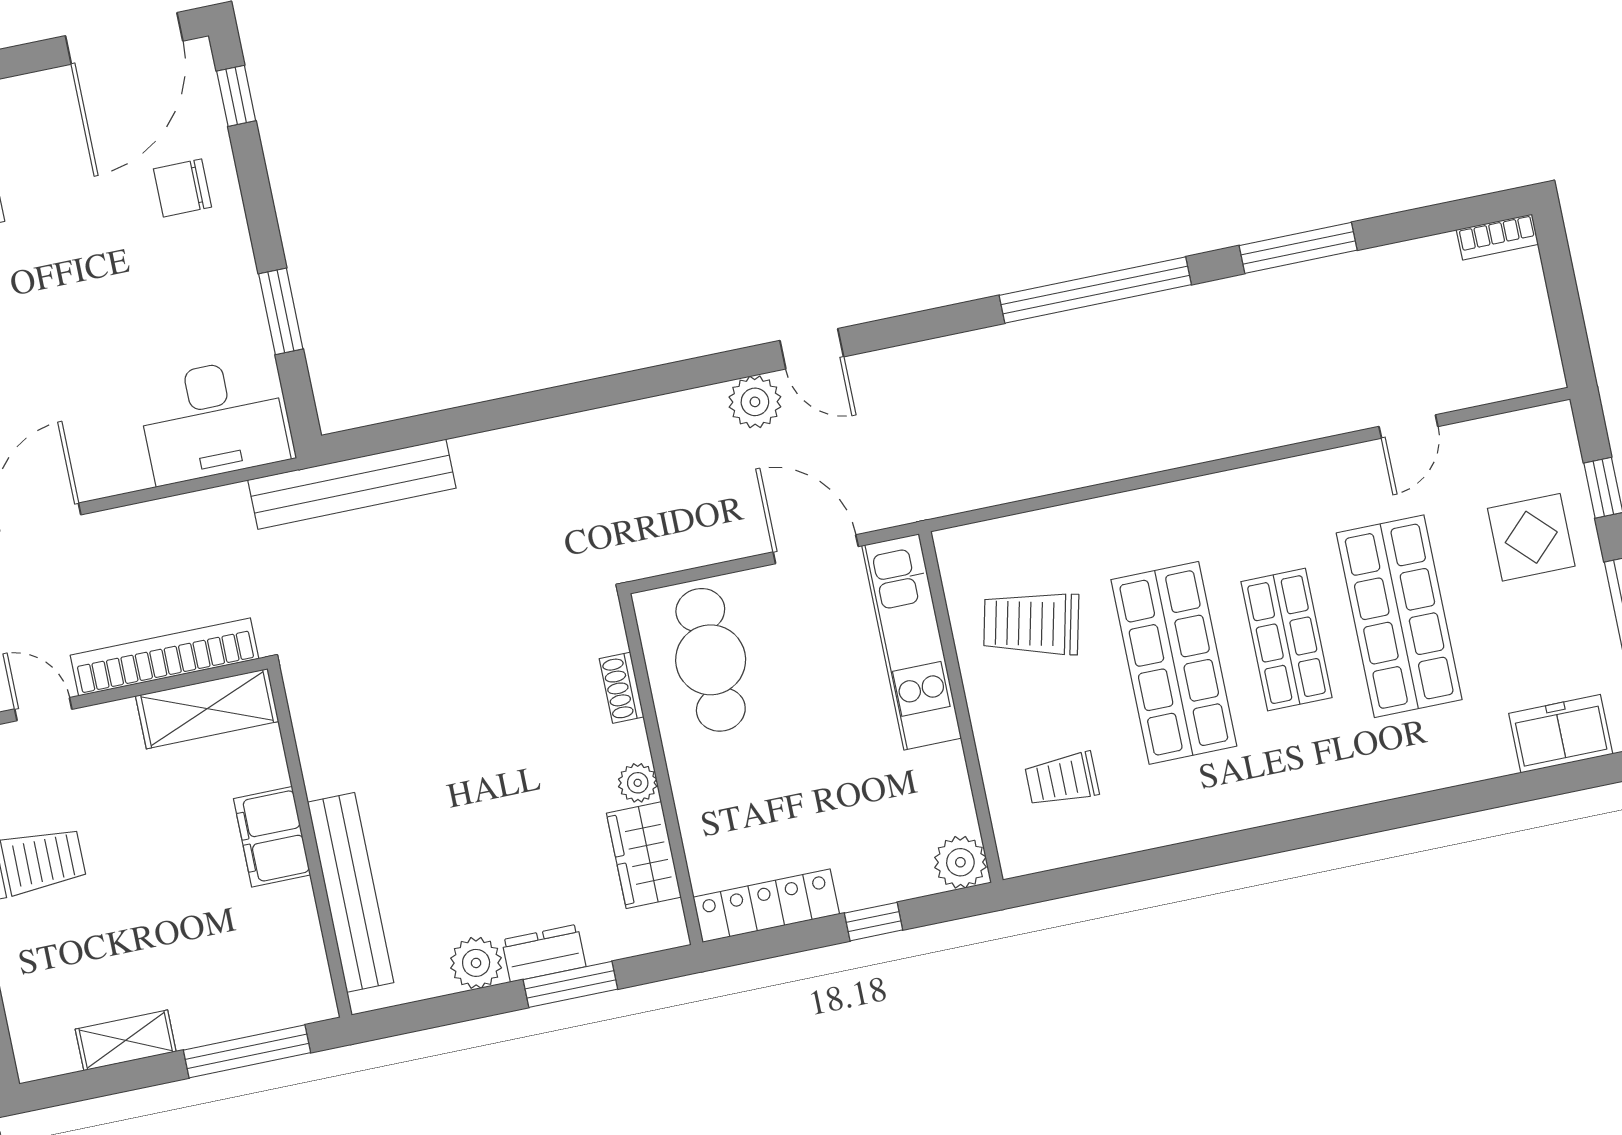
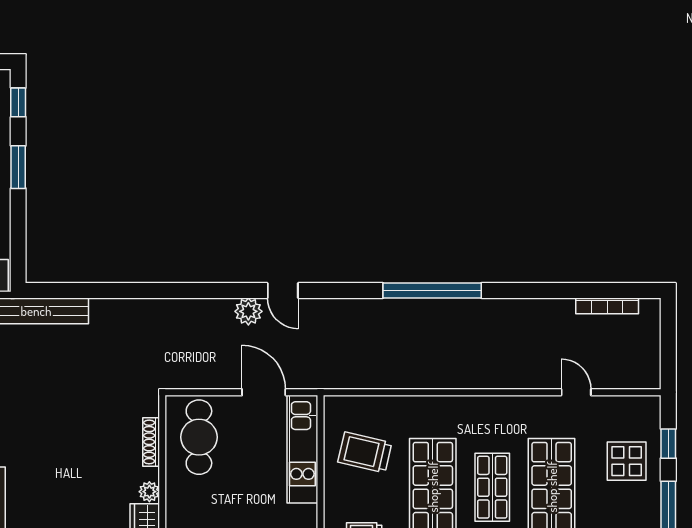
bookcase: (1497, 237) -> (607, 306), moved, width x1.56
window: (1298, 248) -> (539, 290), removed
window: (281, 311) -> (18, 167), moved
door: (1408, 426) -> (576, 392), swing flipped
shoe rack: (622, 688) -> (151, 442), width x1.43

